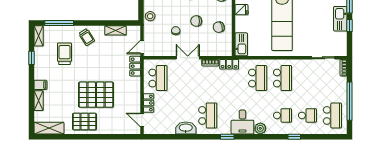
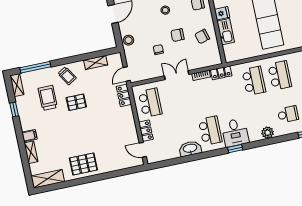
kitchen sink: (241, 44) -> (226, 32), moved
pallet: (96, 95) -> (76, 102), moved, width x0.49, depth x0.50
desk: (242, 122) -> (235, 133), moved

